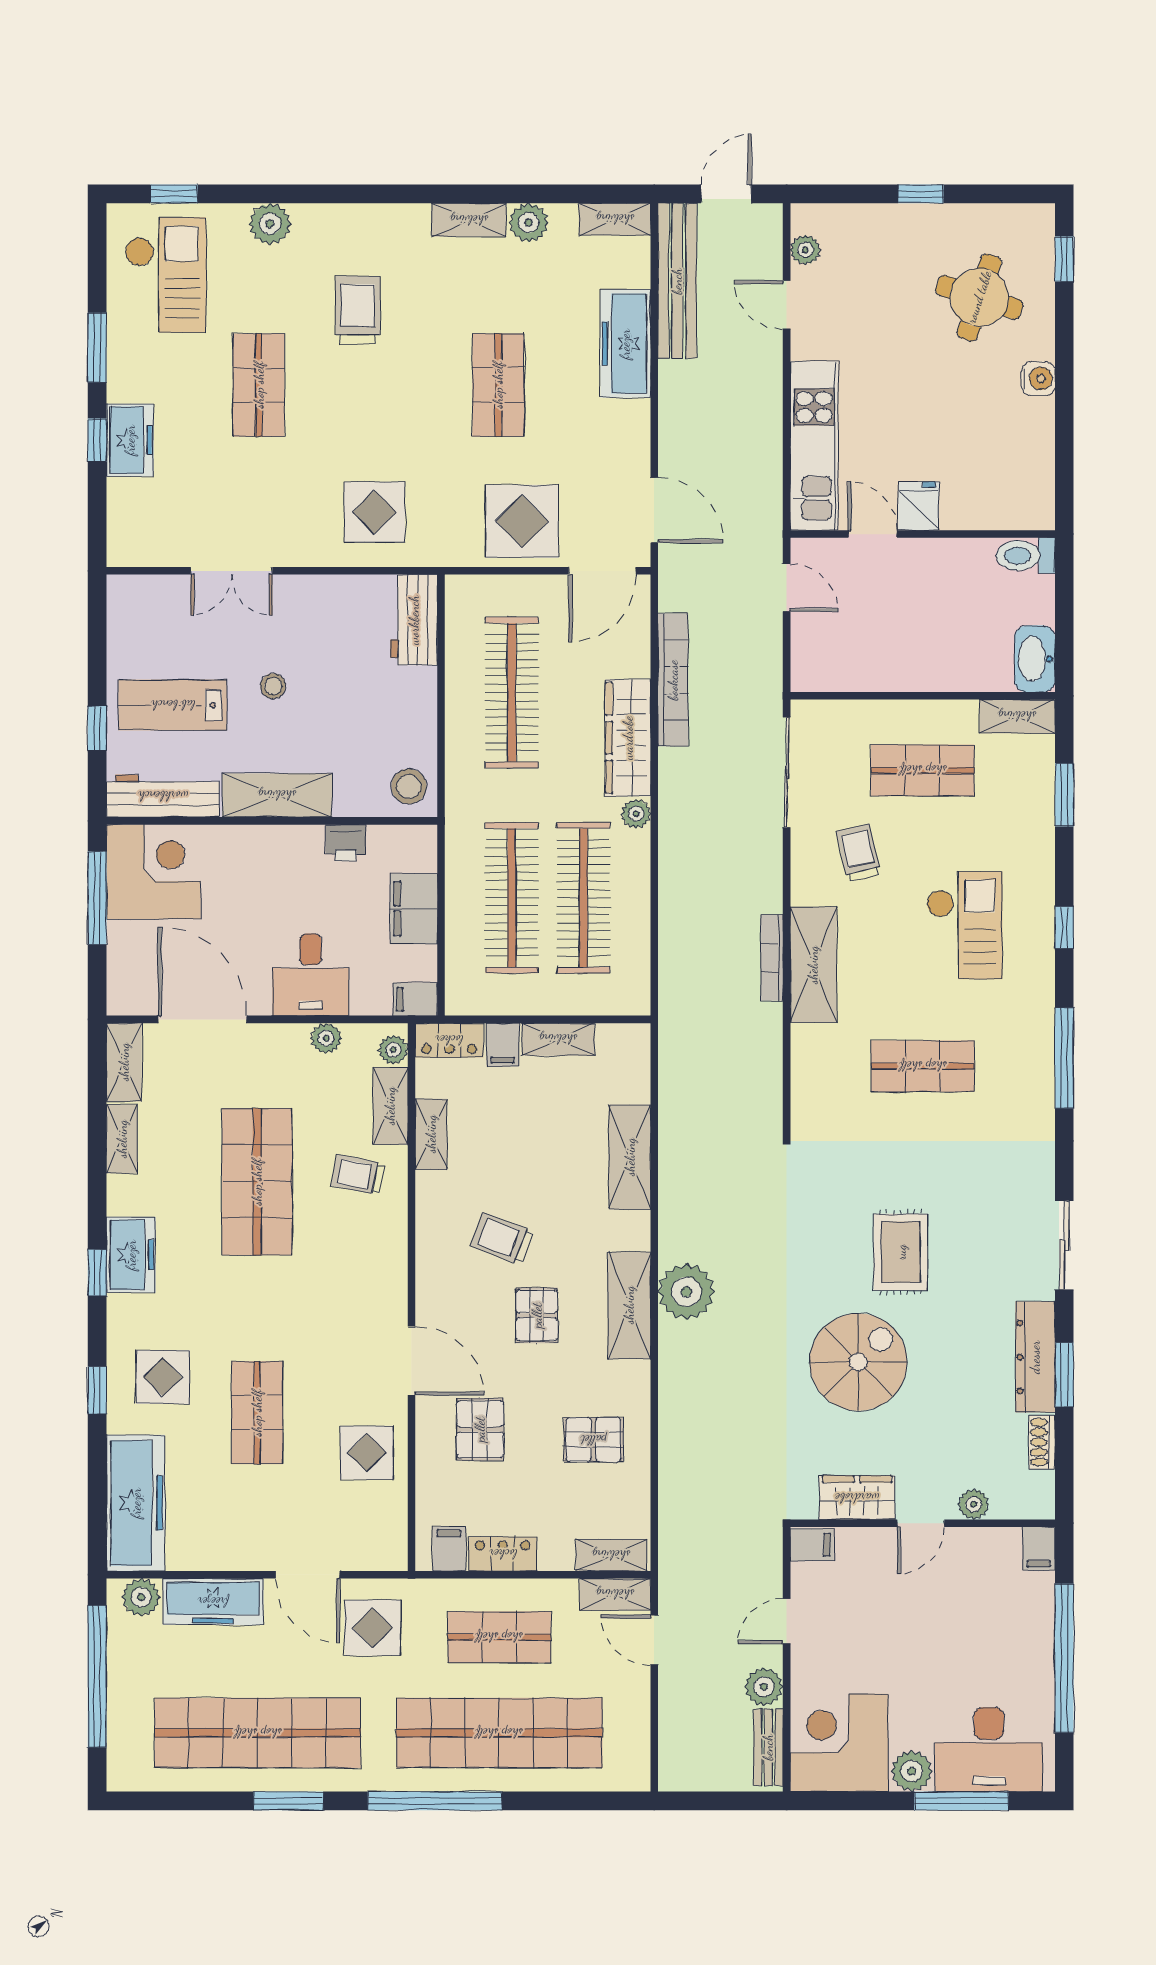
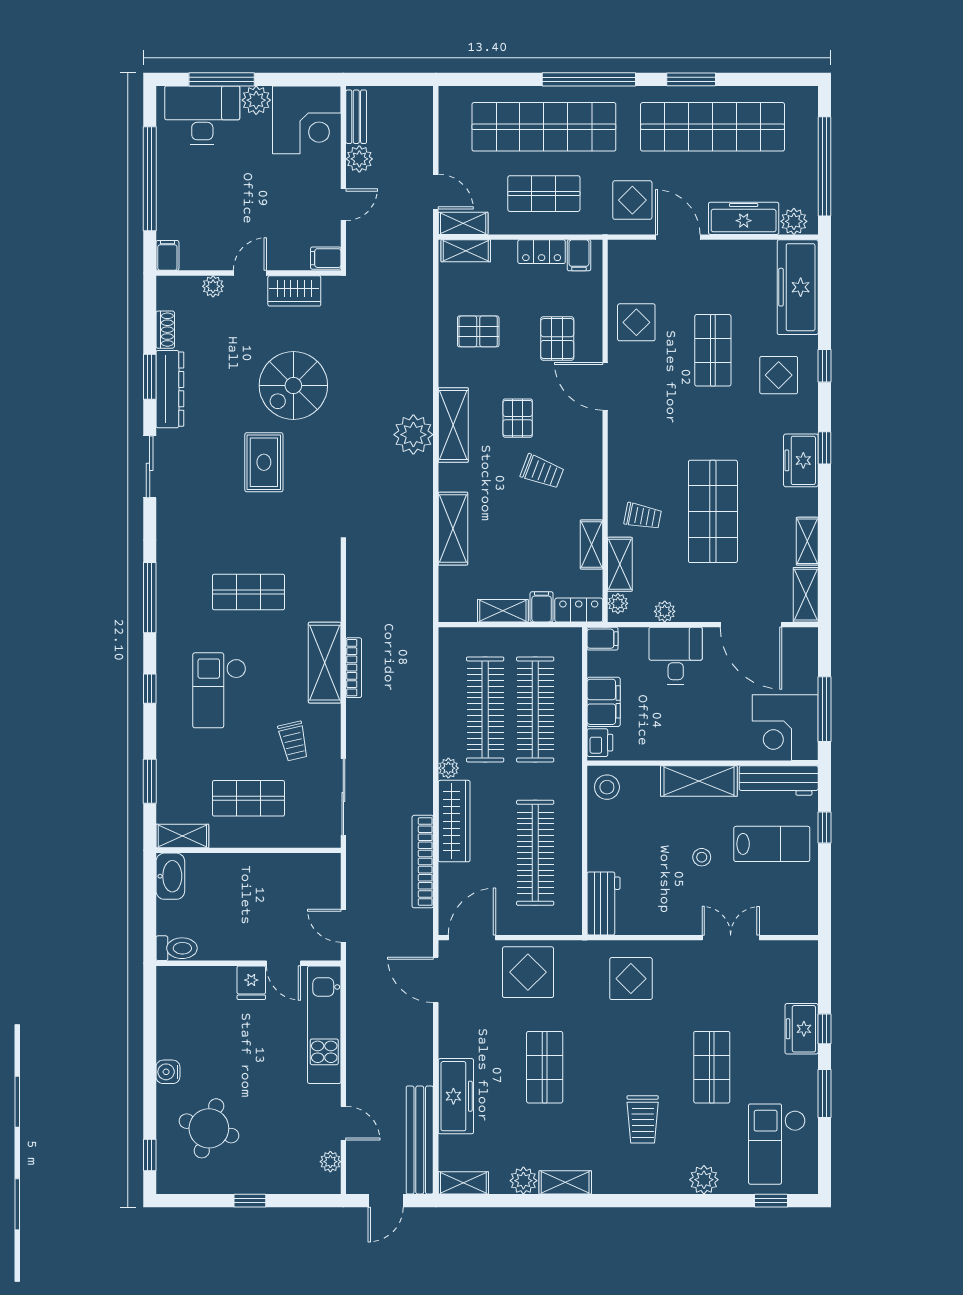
printer: (346, 843) -> (600, 743), moved, turned 90

